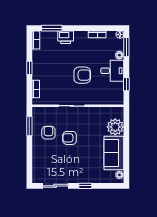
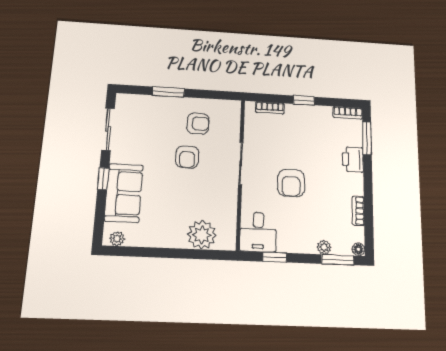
desk: (112, 71) -> (258, 232), moved
window: (29, 126) -> (168, 92), moved
armchair: (70, 138) -> (187, 157), turned 180
sofa: (114, 153) -> (124, 193), moved, turned 90

